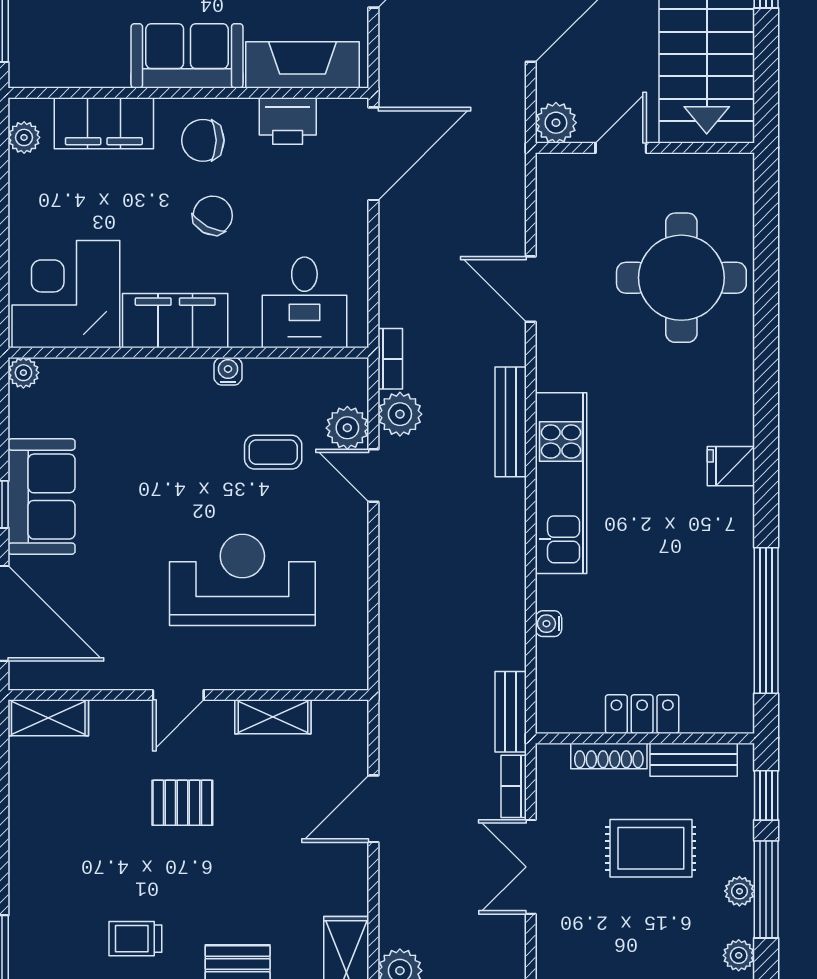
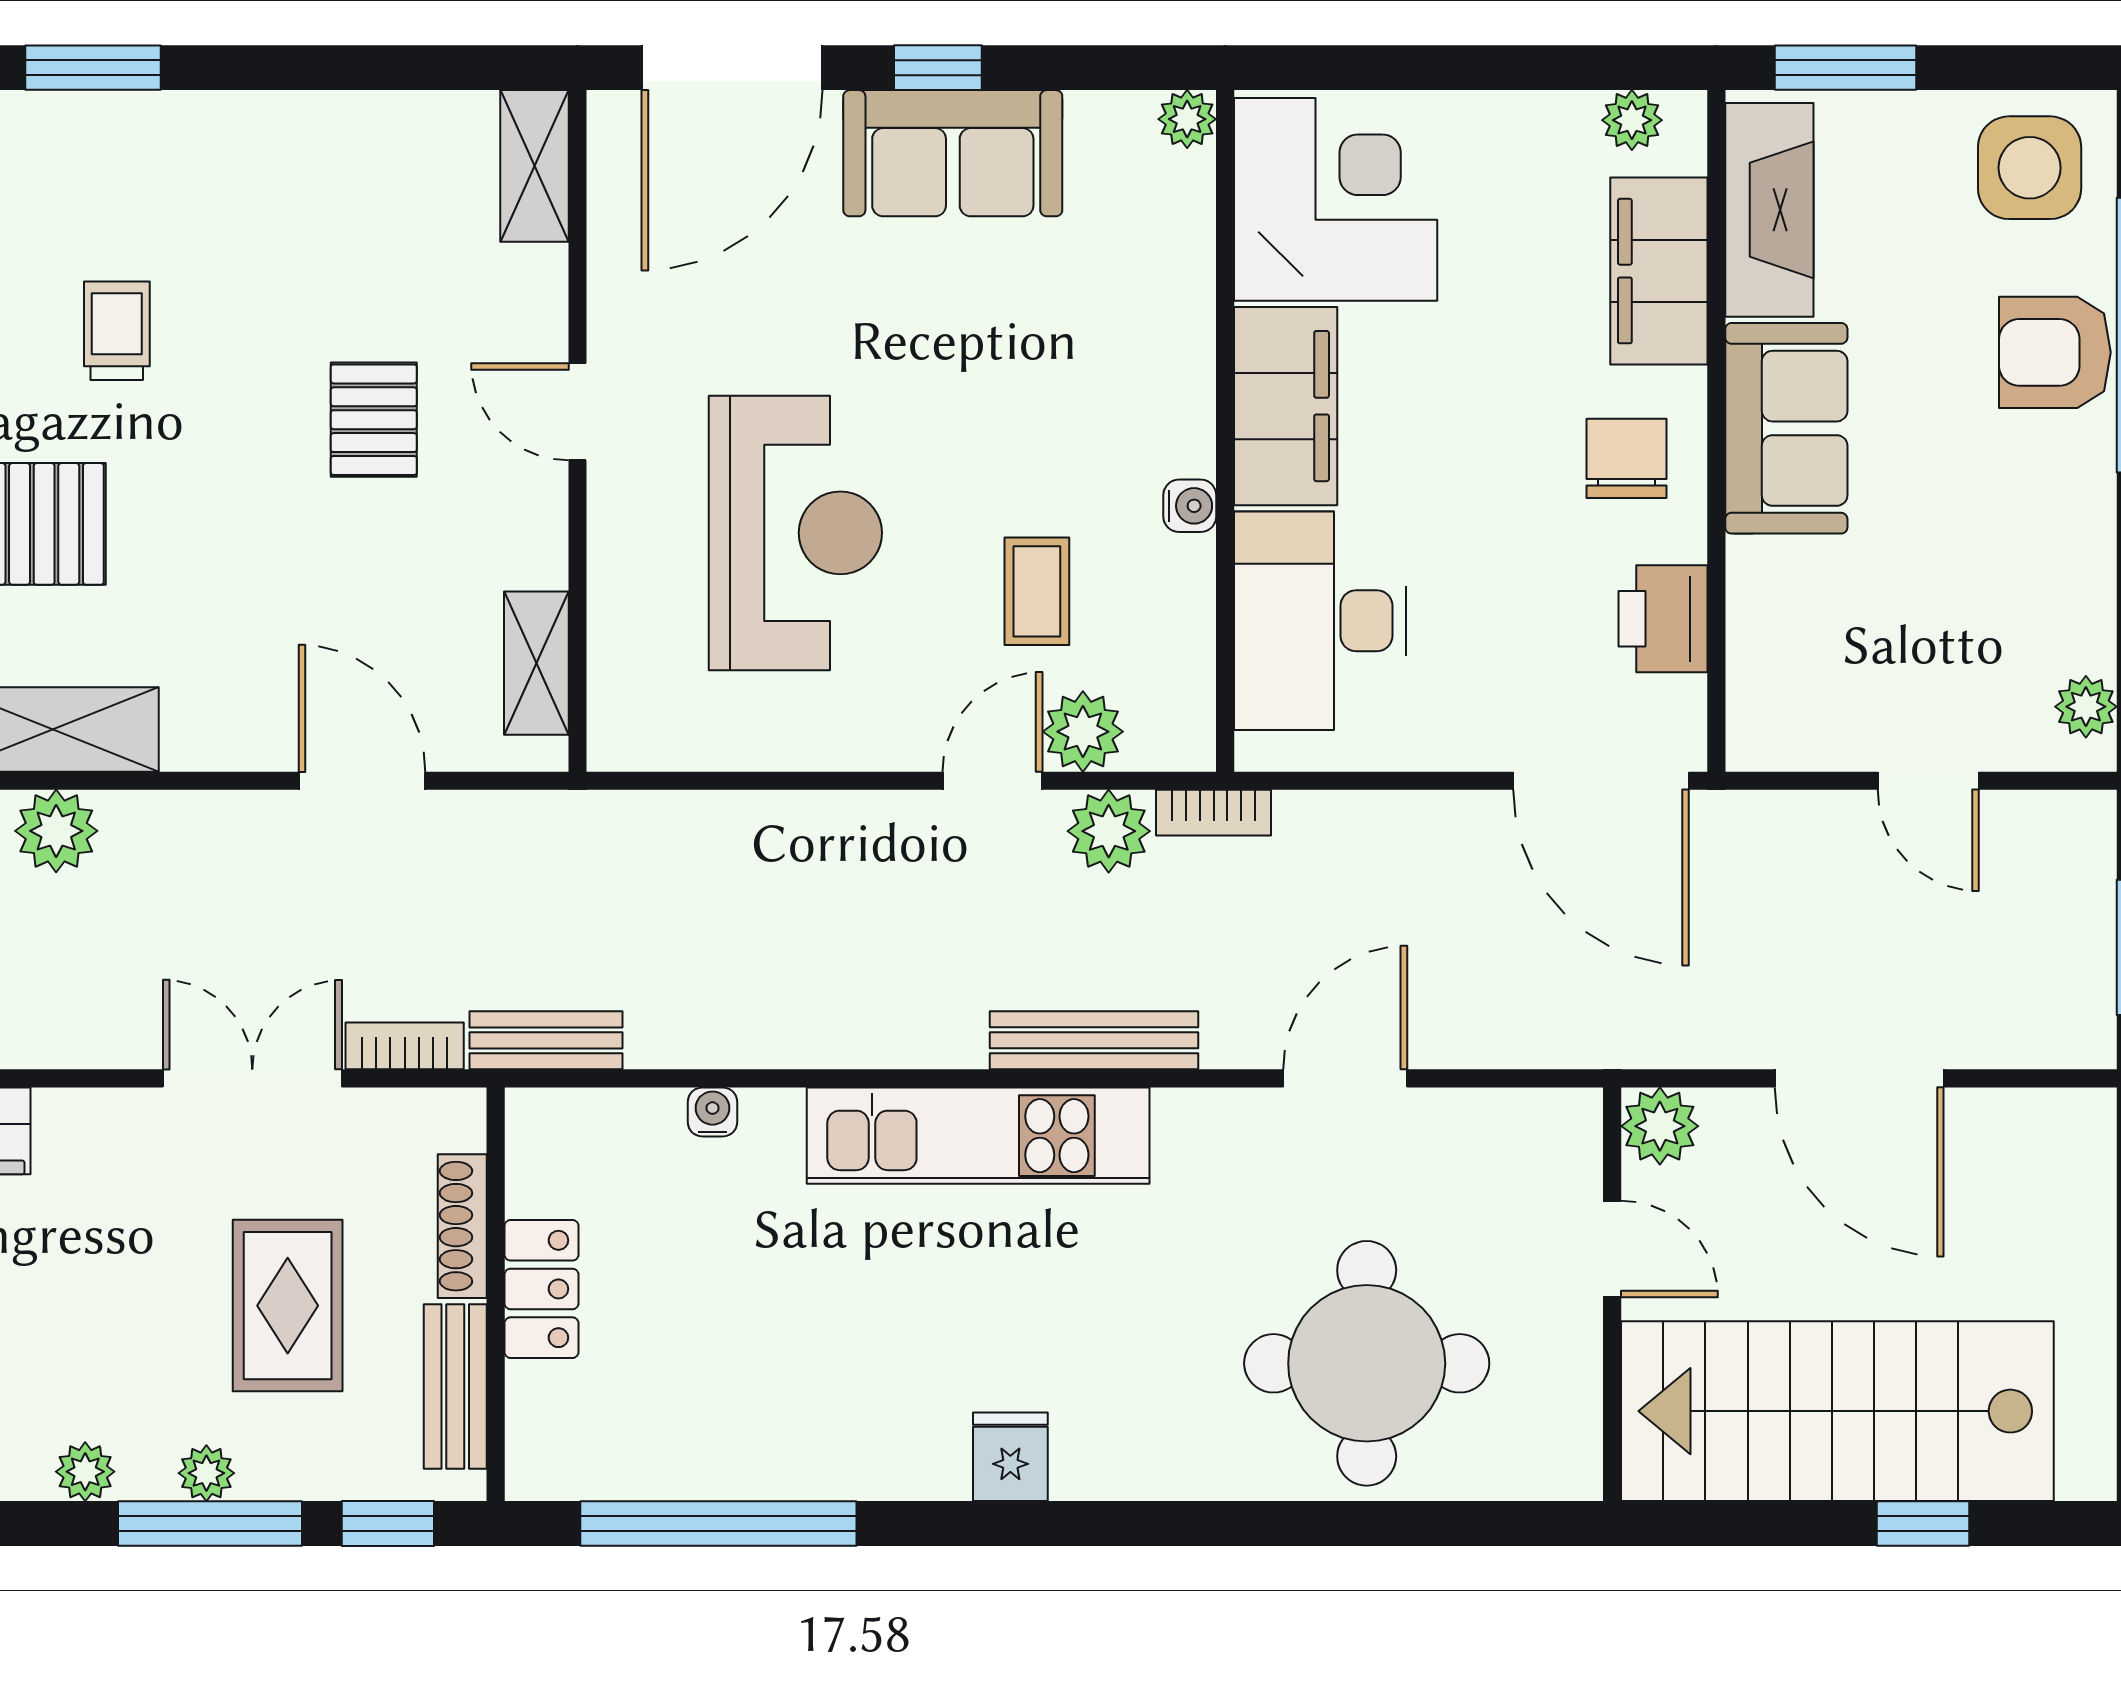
fireplace: (302, 65) -> (1769, 210), moved
chair: (213, 215) -> (1484, 477), removed
desk: (304, 302) -> (1320, 621), width x1.37
shelving: (273, 717) -> (536, 663), moved

